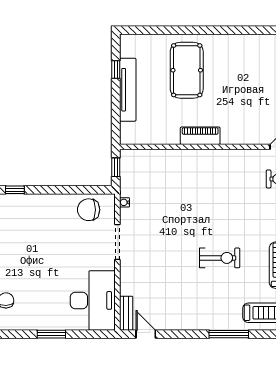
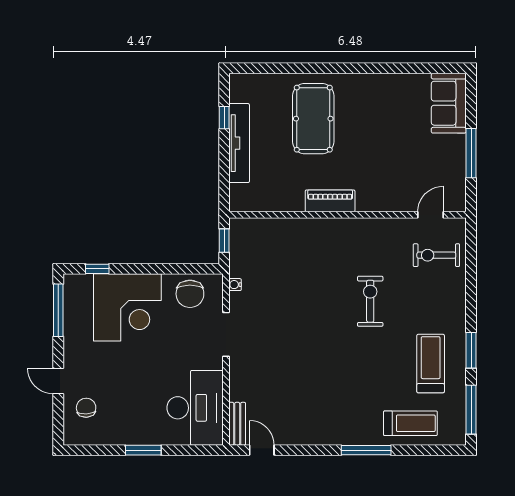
chair: (89, 210) -> (190, 294), turned -90
corner desk: (39, 221) -> (127, 307), added
exercise bike: (220, 258) -> (370, 301), moved, turned -90

